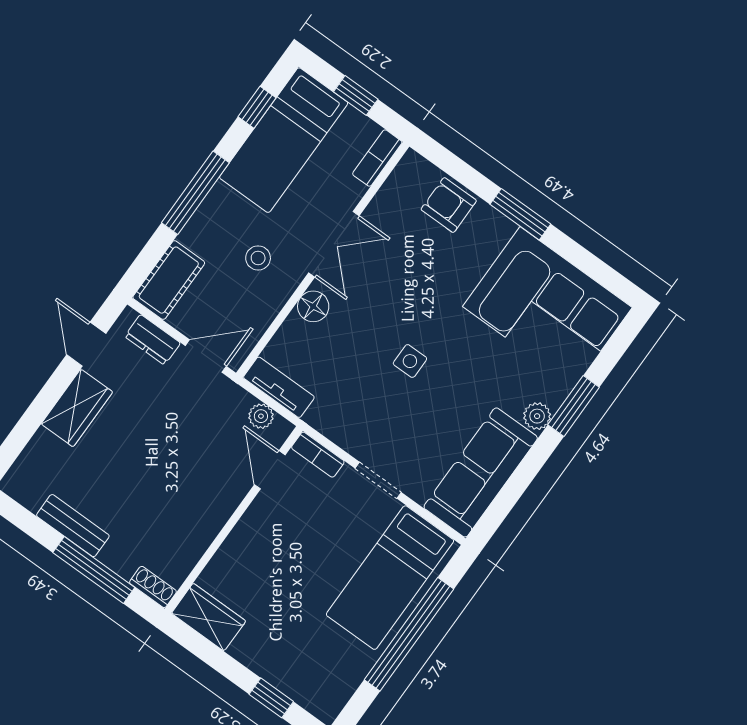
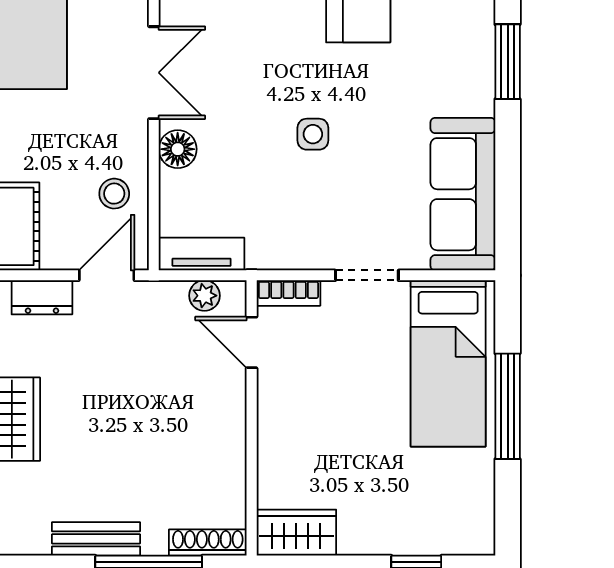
stool: (258, 258) -> (114, 194), moved
plant: (537, 416) -> (479, 98), removed
shoe rack: (153, 587) -> (208, 543), width x1.43
window: (409, 634) -> (508, 406), width x0.68

